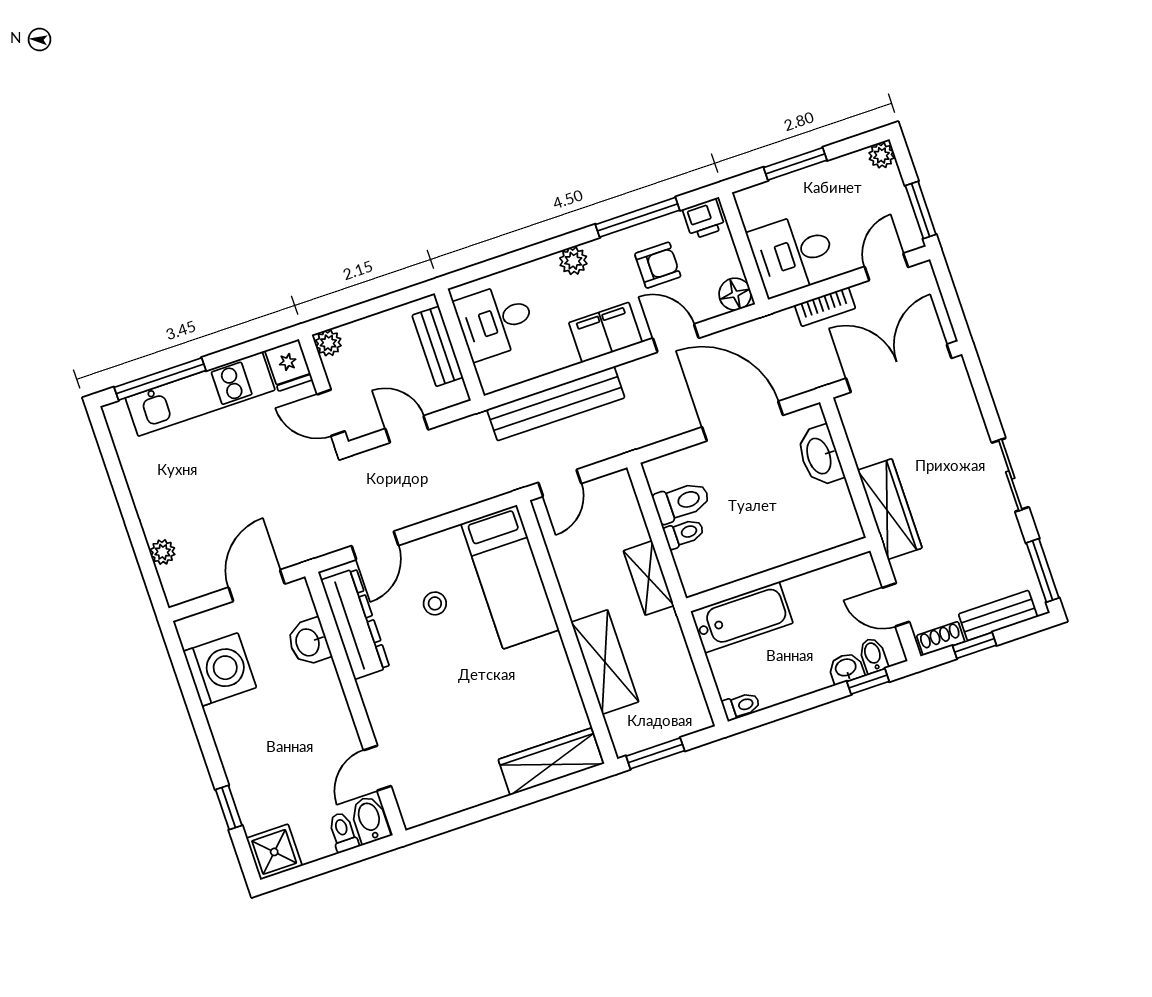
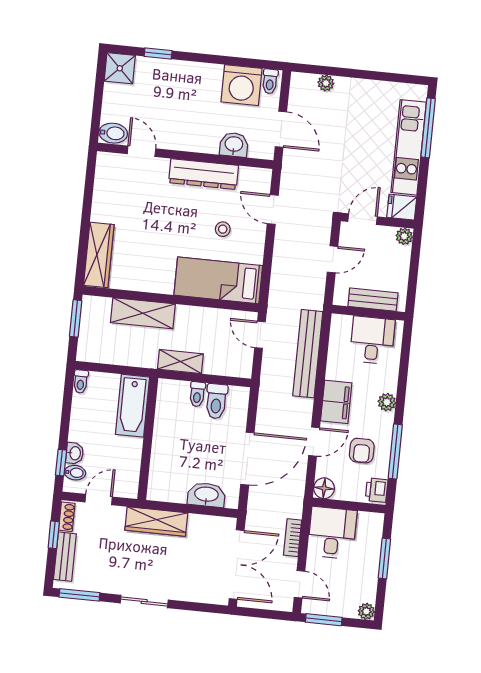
dresser: (355, 624) -> (203, 174), moved
toilet: (343, 832) -> (270, 81), moved, turned 90

